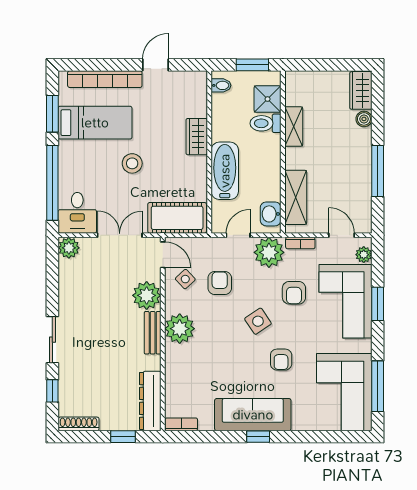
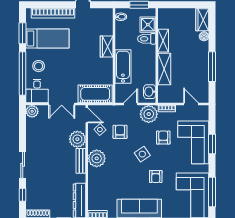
stool: (132, 163) -> (39, 66), moved
shelving: (296, 197) -> (164, 69), moved
double door: (120, 235) -> (62, 104), swing flipped
plant: (364, 255) -> (204, 115), removed
armchair: (294, 293) -> (163, 138), turned 180

